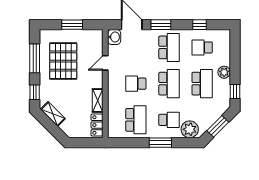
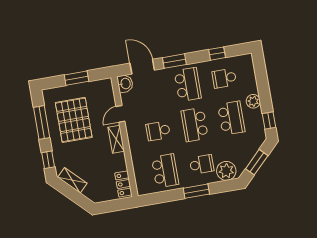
school desk: (169, 84) -> (195, 124), turned 180
shelving: (98, 101) -> (116, 139), moved

